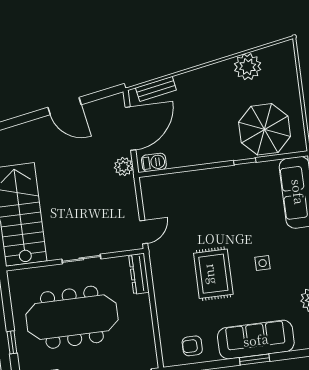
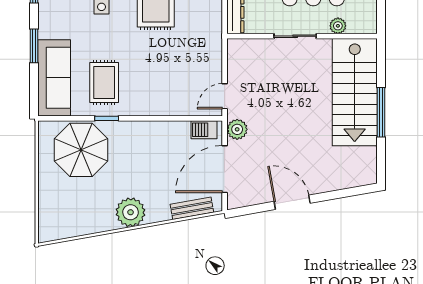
plant: (248, 67) -> (131, 212), moved
rug: (251, 194) -> (104, 82), added
door: (144, 232) -> (225, 96), moved
plant: (43, 273) -> (338, 26), added

